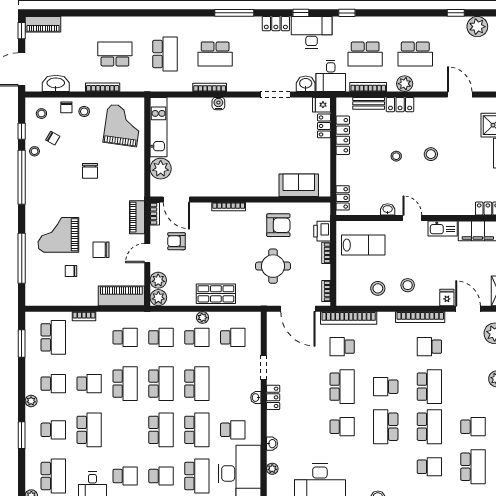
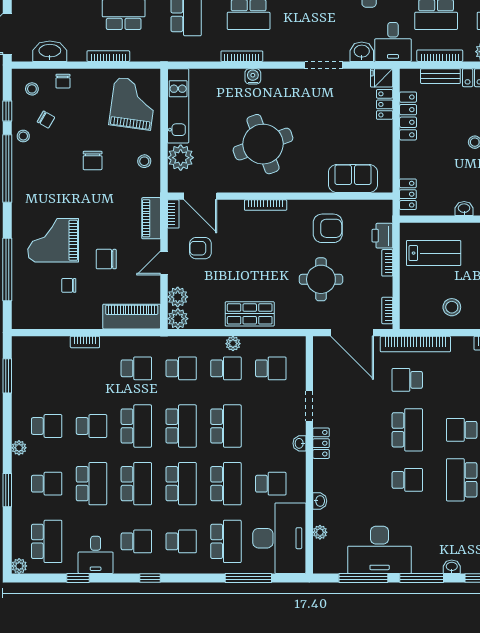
stool: (84, 112) -> (144, 161), moved
round table: (227, 158) -> (263, 144), added
school desk: (53, 337) -> (136, 484), moved

